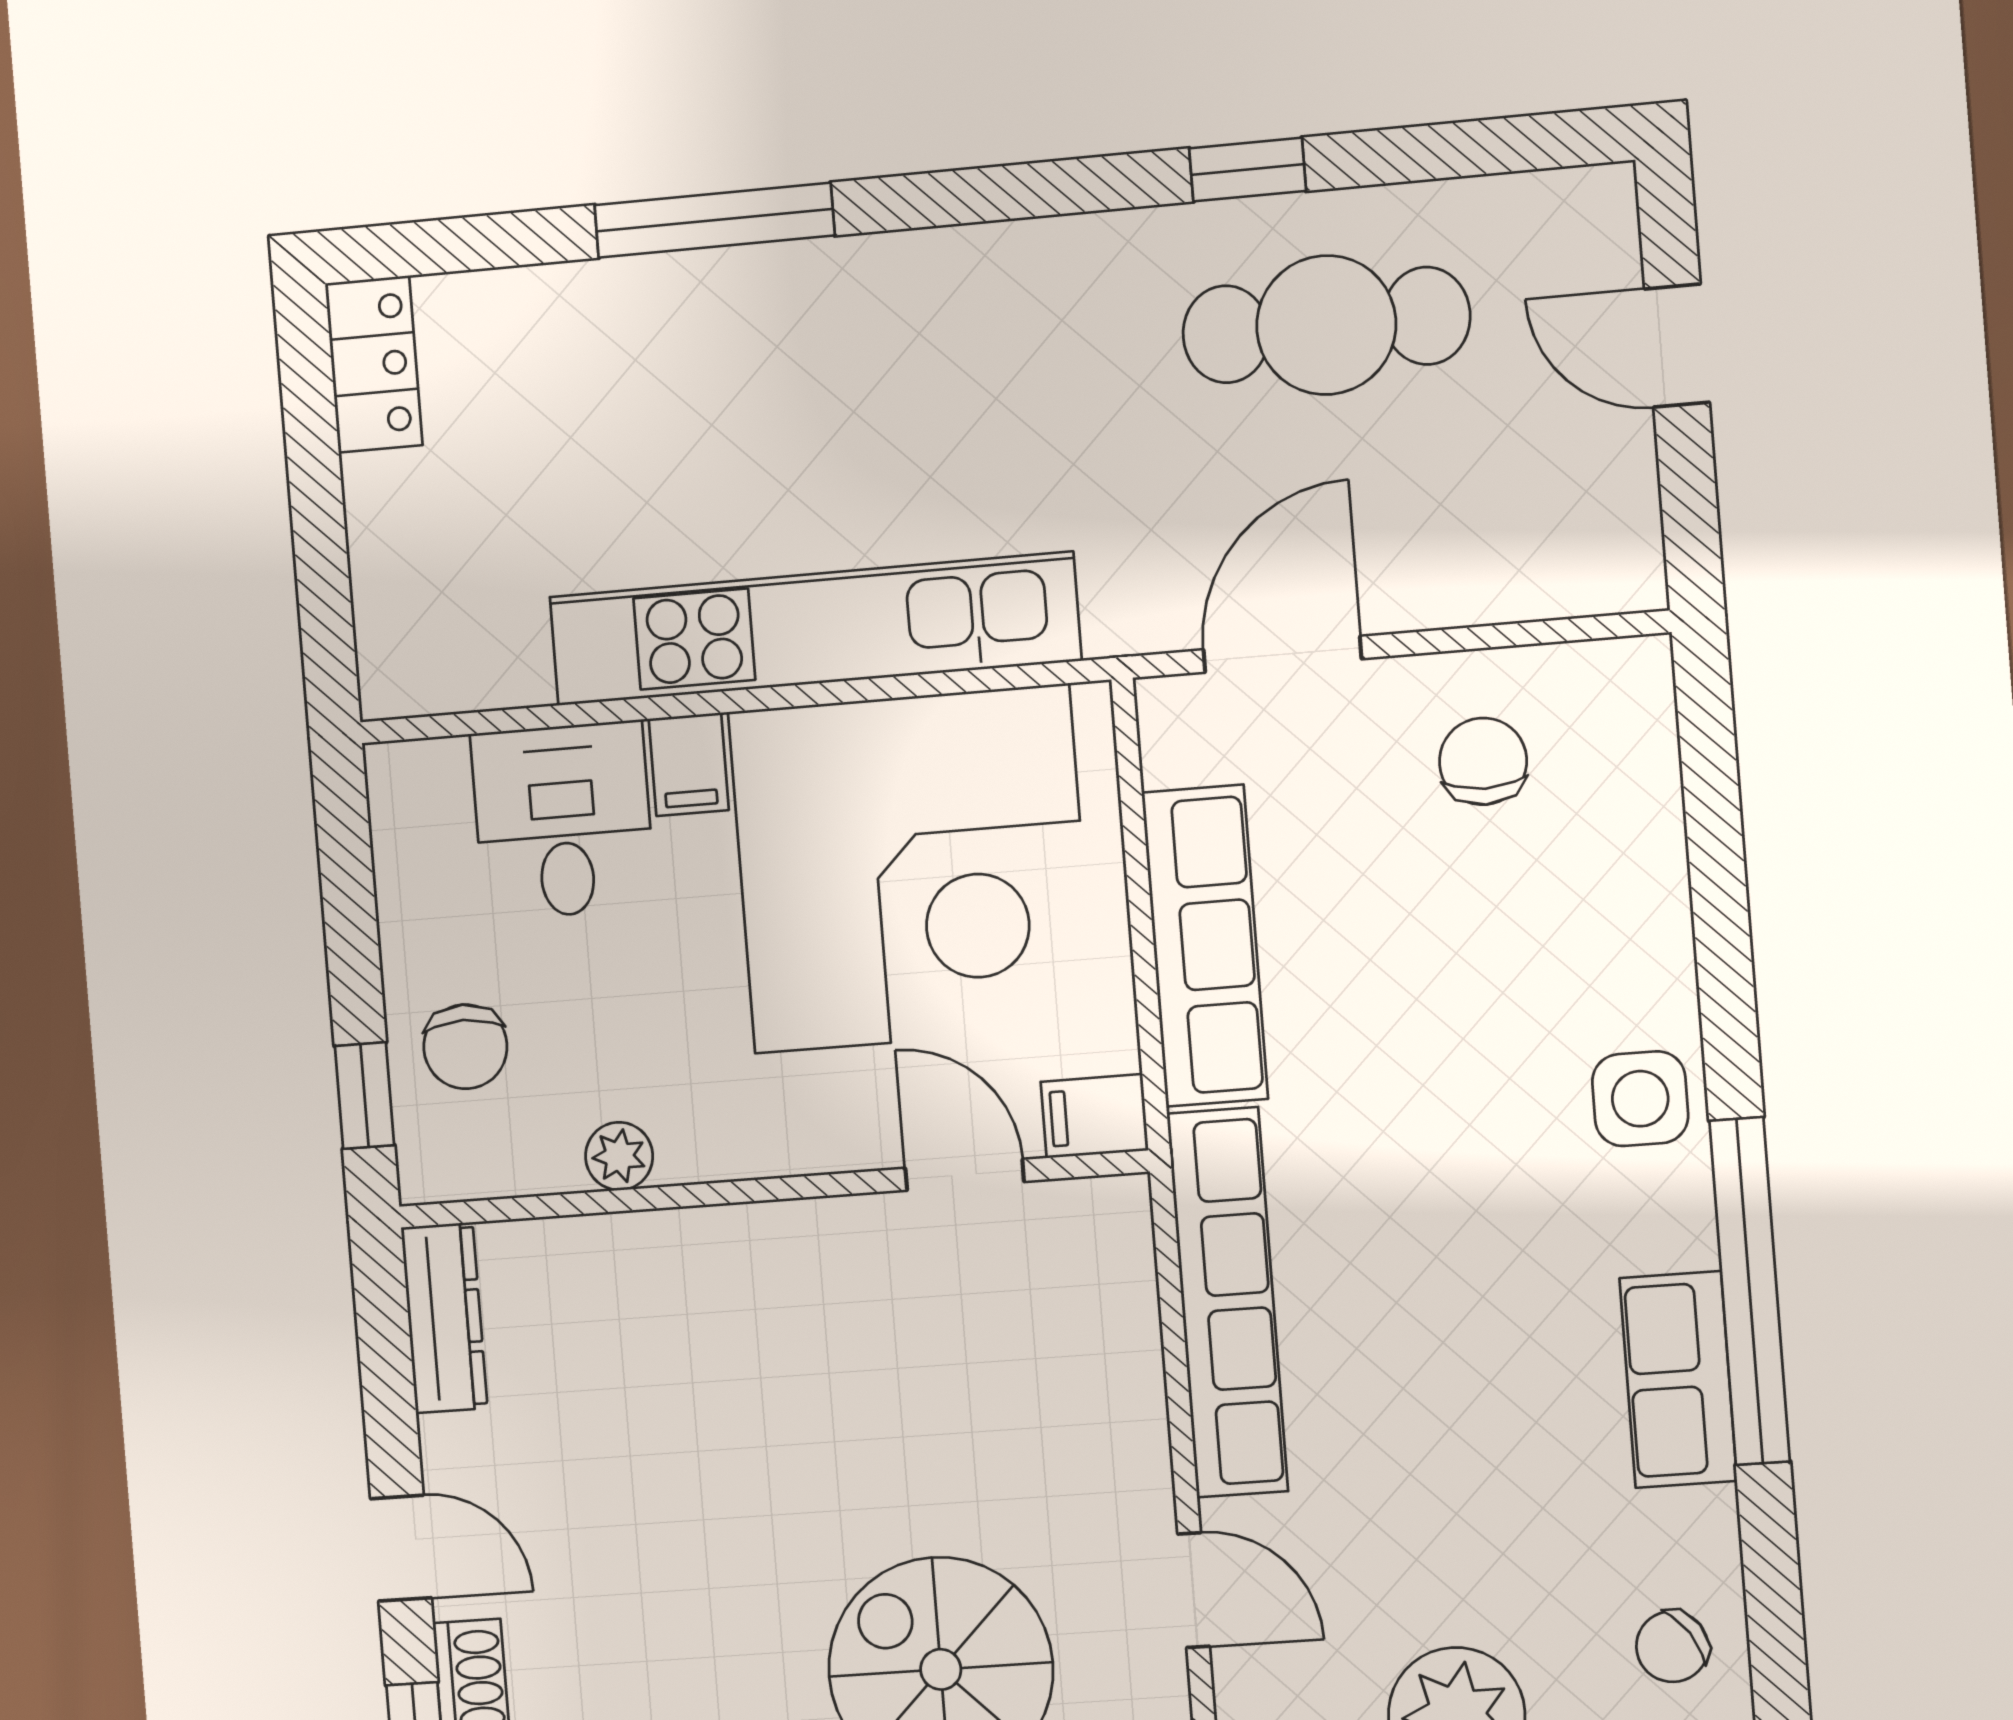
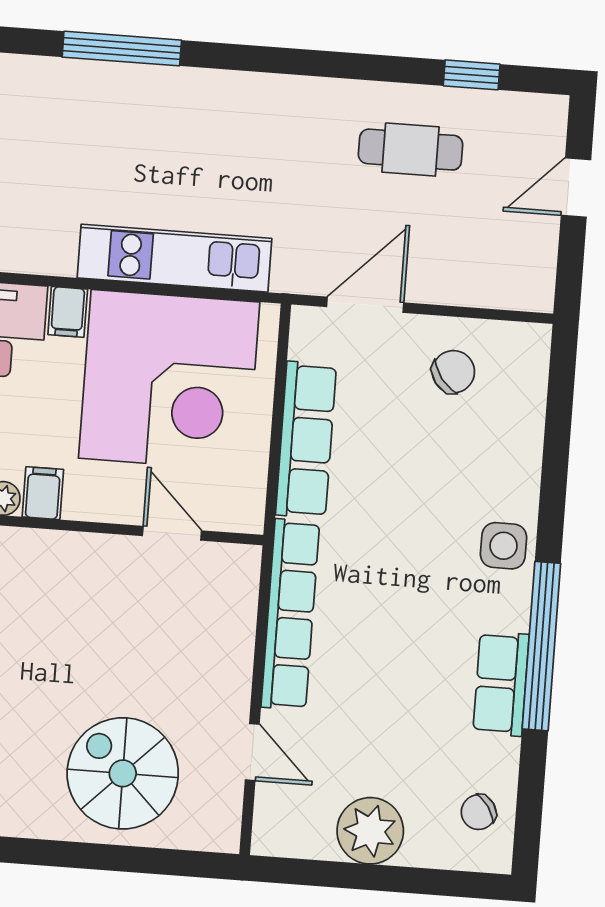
window: (1248, 170) -> (472, 75), moved
cafe table: (1326, 325) -> (411, 150), width x0.73, depth x0.74
door: (1677, 346) -> (576, 187), hinge flipped
kitchen unit: (814, 629) -> (174, 258), width x0.73
chair: (1483, 761) -> (453, 372), turned 53
filing cabinet: (1094, 1116) -> (43, 493), moved, turned 90

